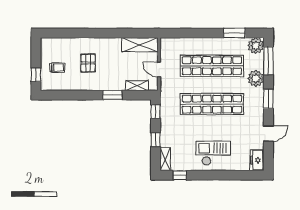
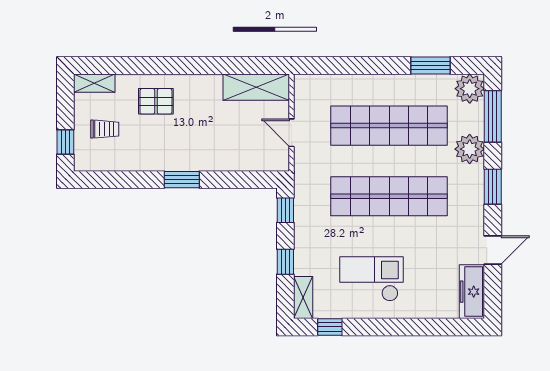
pallet: (88, 63) -> (156, 101), moved, turned 90
shelving: (137, 86) -> (94, 83), moved
window: (112, 95) -> (182, 180), moved
checkout: (213, 153) -> (371, 279), moved
freezer: (257, 160) -> (472, 292), width x1.40

